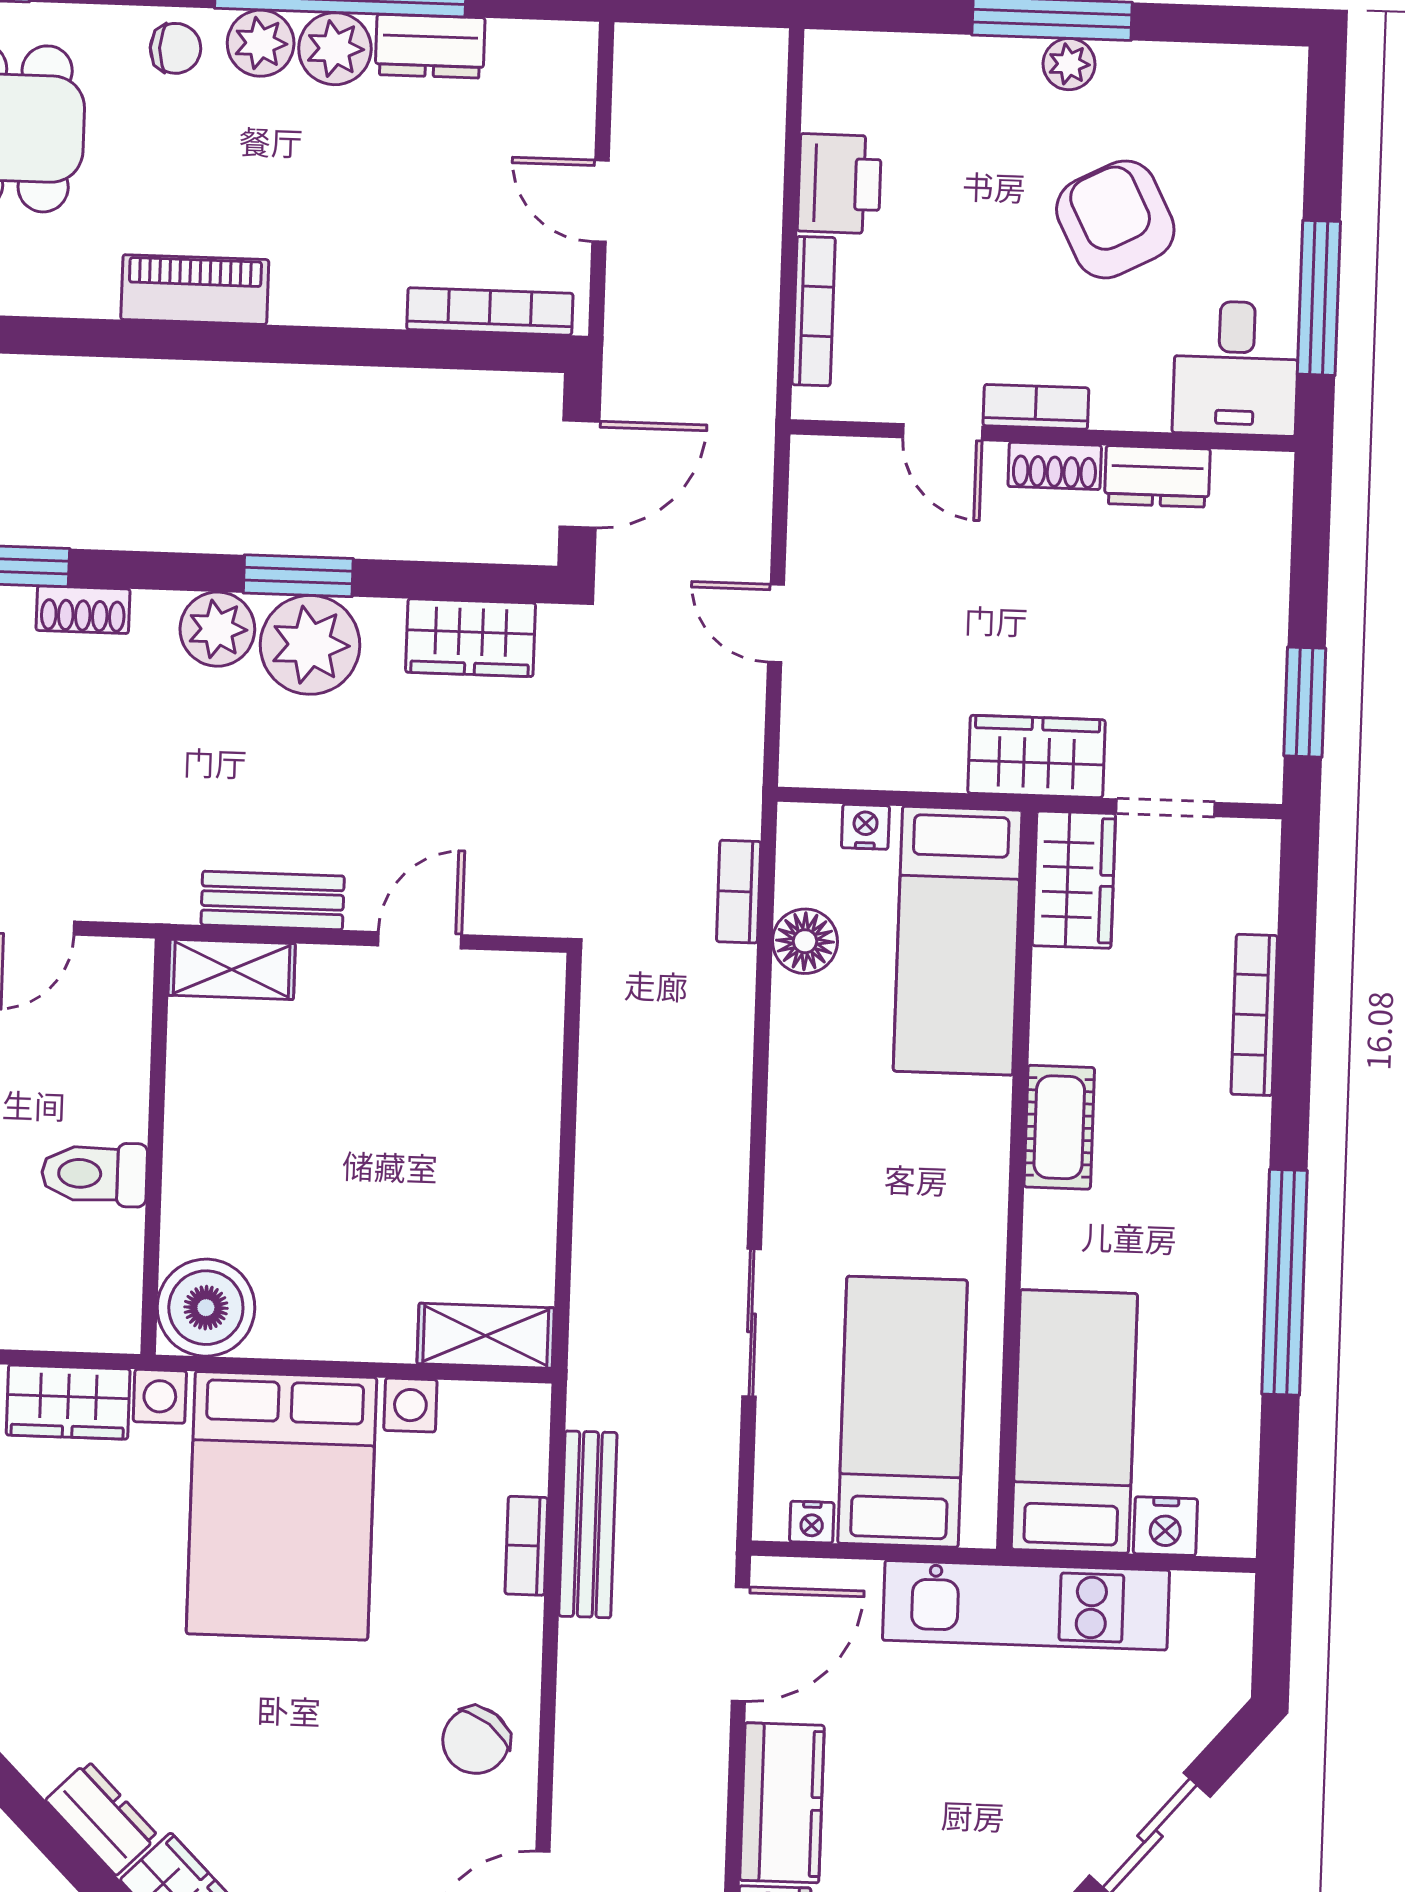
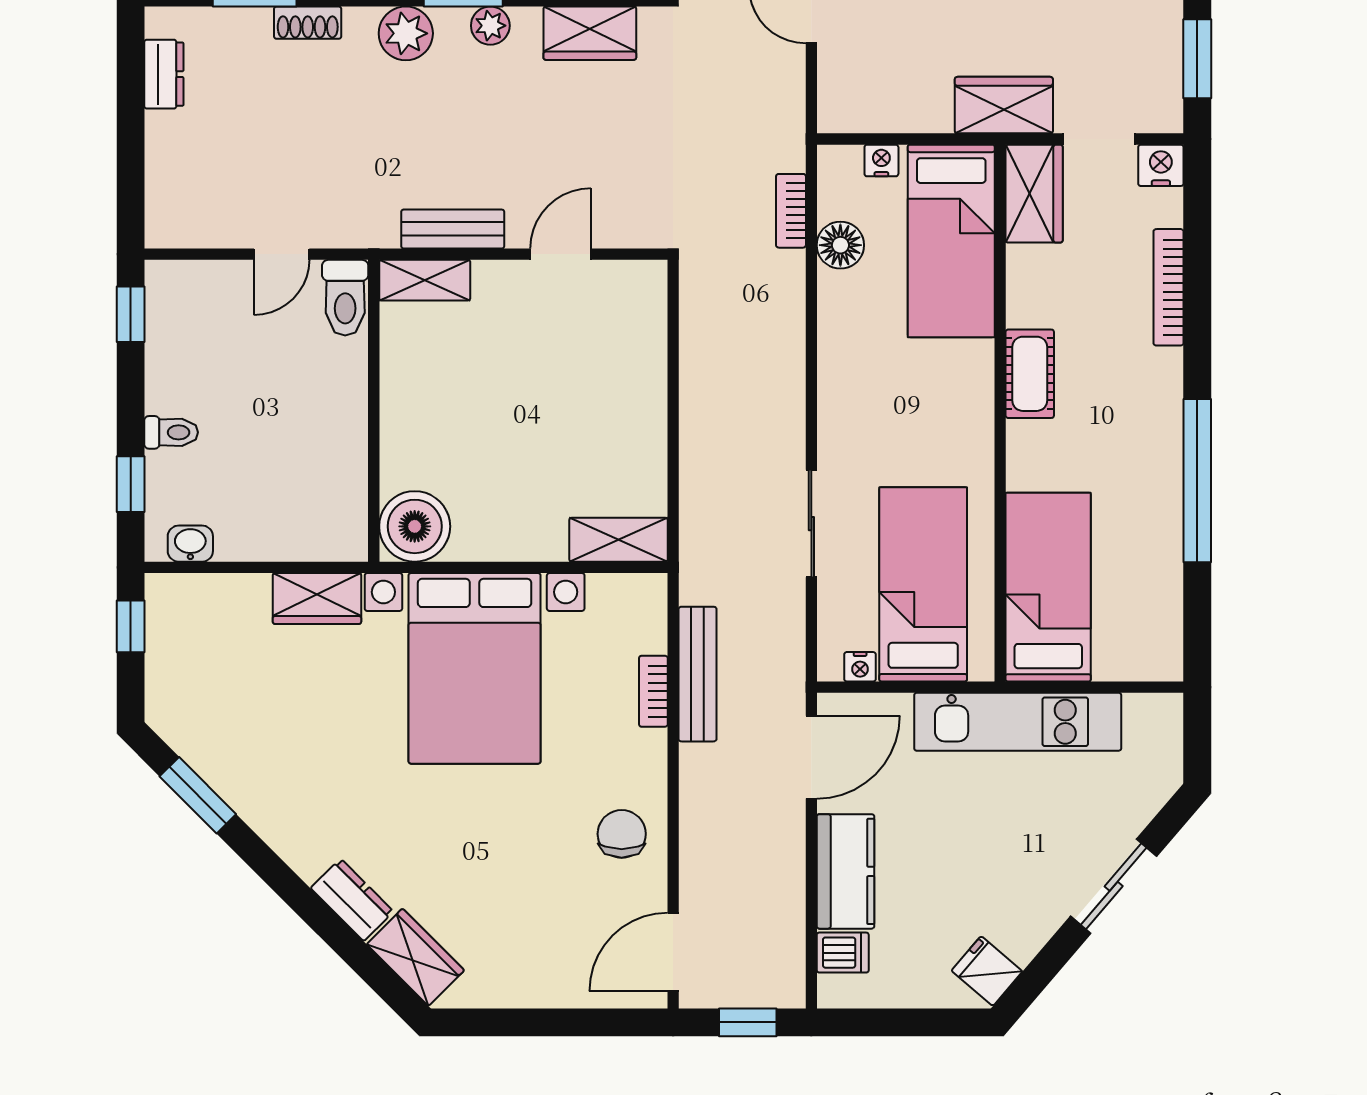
plant: (310, 645) -> (490, 26), width x0.53, depth x0.53
toilet: (94, 1174) -> (345, 298), moved, turned -90
nightstand: (1165, 1526) -> (1161, 165), moved, turned 180
chair: (476, 1740) -> (622, 834), turned 143

